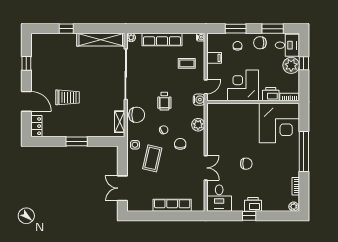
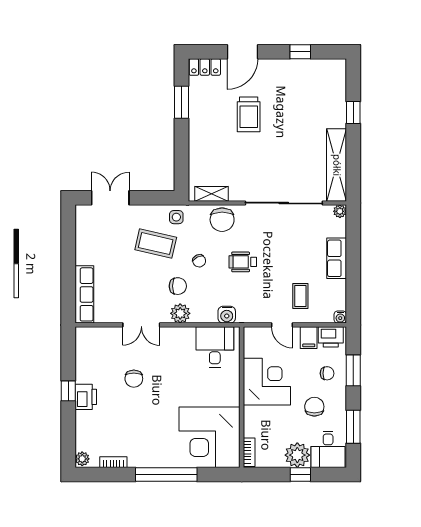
row of seats: (162, 40) -> (337, 258), width x0.68
chair: (260, 43) -> (314, 407), moved
door: (206, 87) -> (282, 325), moved
printer: (271, 94) -> (331, 337), moved, turned 90
water cooler: (199, 100) -> (227, 315), moved
plant: (198, 125) -> (180, 313), moved
window: (77, 141) -> (182, 102), moved
chair: (246, 164) -> (134, 379), moved
desk: (219, 198) -> (215, 347), moved, turned 90
row of seats: (172, 205) -> (84, 294), moved

